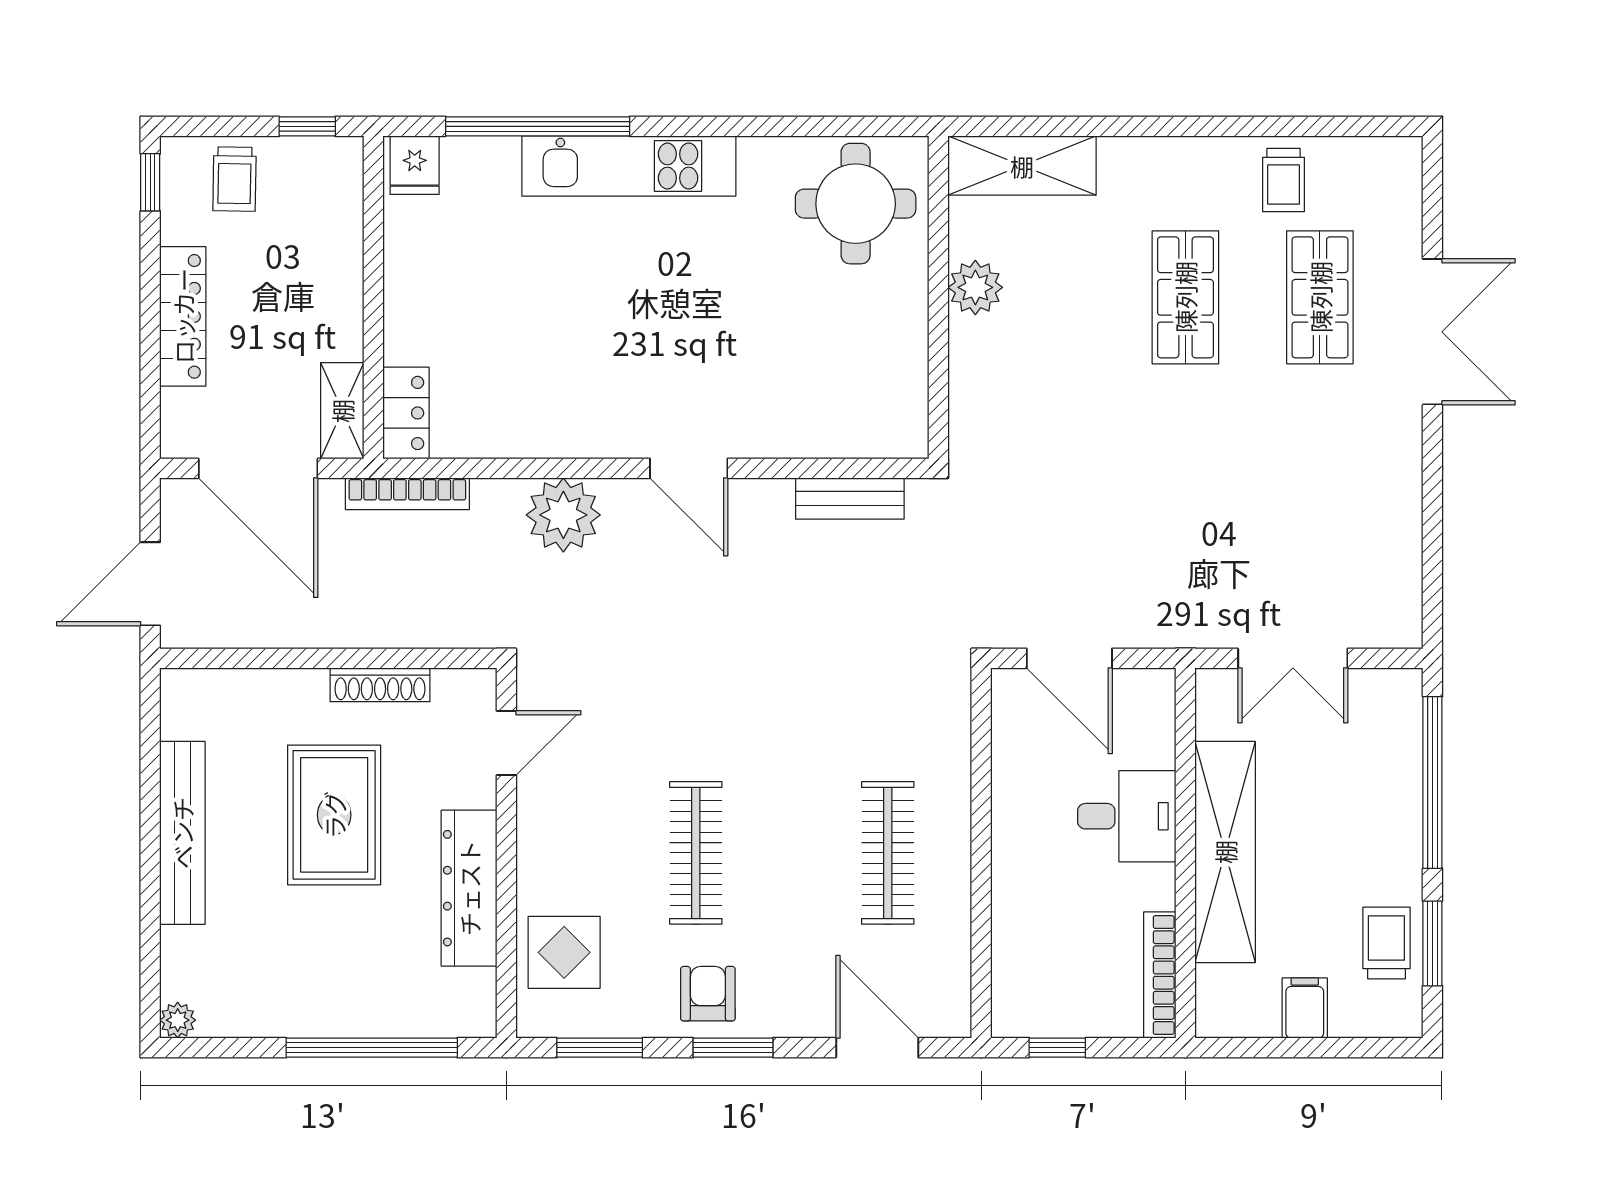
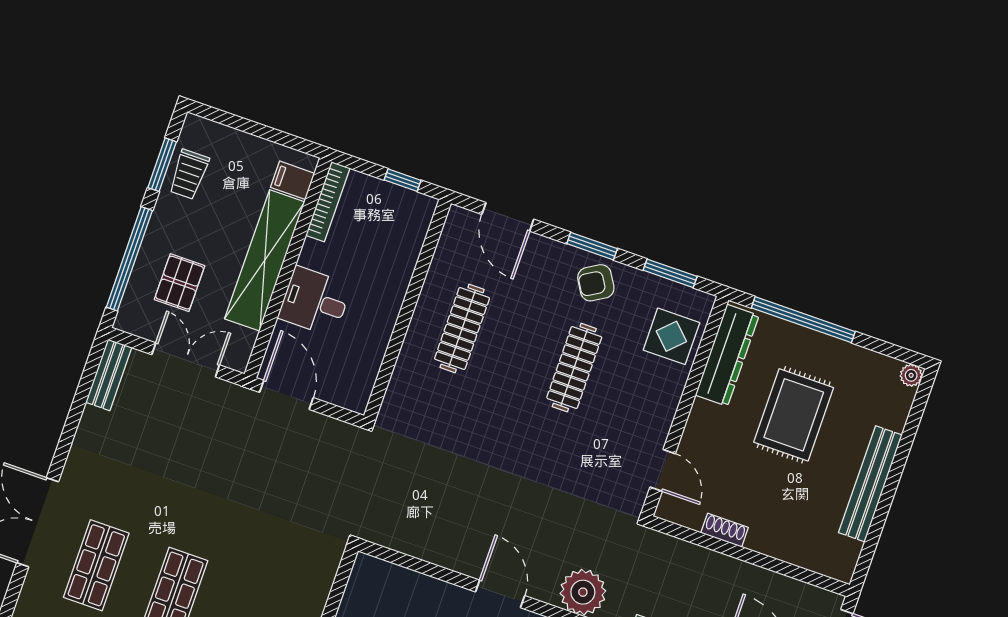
bench: (850, 499) -> (109, 375), moved, turned 90
door: (1069, 658) -> (286, 395), moved
shoe rack: (380, 685) -> (725, 530), width x0.70
door: (506, 743) -> (663, 470), swing flipped
pallet: (1343, 773) -> (180, 283), added
rug: (334, 815) -> (794, 415), moved
dresser: (469, 888) -> (727, 355), moved
armchair: (708, 994) -> (596, 283), turned 59
filing cabinet: (1305, 1008) -> (293, 180), moved, turned 90

